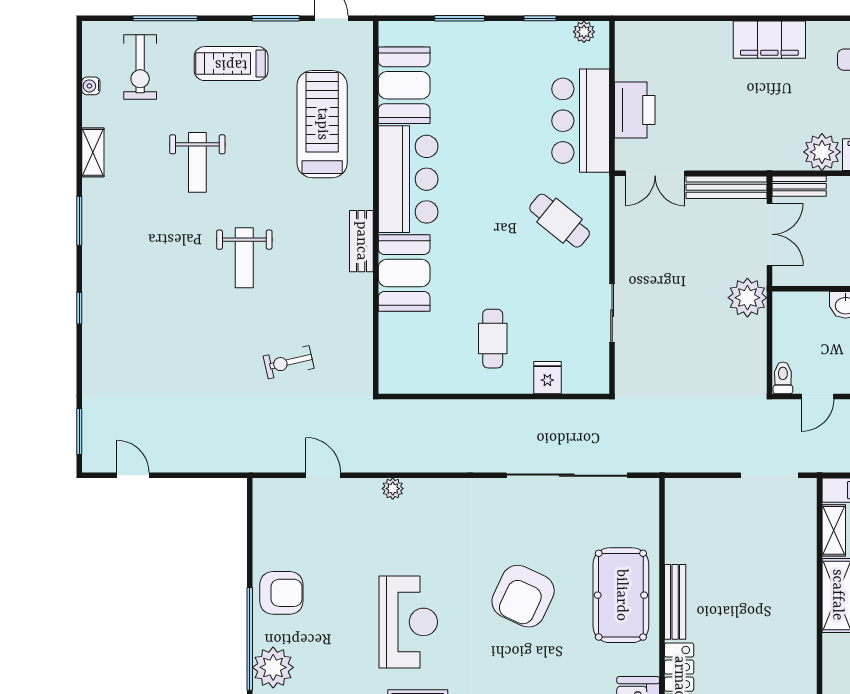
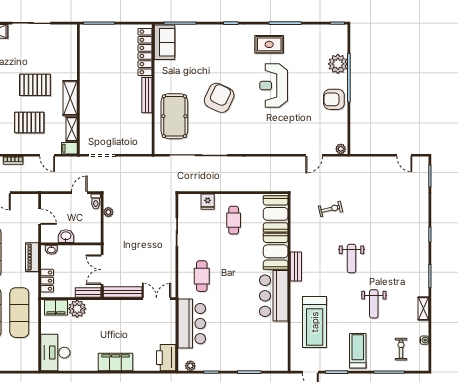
filing cabinet: (769, 40) -> (116, 362), moved
treadmill: (231, 64) -> (358, 351), turned -90
exercise bike: (140, 67) -> (401, 349), width x0.73, depth x0.72
booth: (404, 85) -> (276, 214), moved
printer: (635, 110) -> (166, 358), moved
weight bench: (197, 162) -> (374, 304), turned 180
cafe table: (560, 221) -> (202, 276), turned 51
weight bench: (244, 258) -> (352, 259), turned 180
plant: (747, 298) -> (108, 212), moved, width x0.53, depth x0.53
door: (323, 475) -> (314, 155), hinge flipped
plant: (393, 489) -> (341, 149), moved
pool table: (621, 595) -> (174, 116), moved

